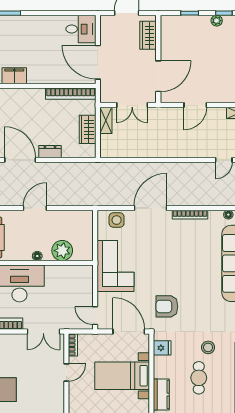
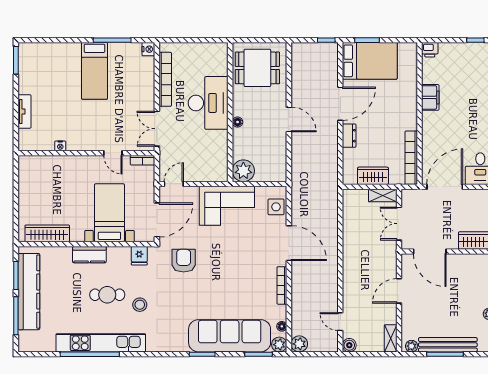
door: (195, 105) -> (399, 291), hinge flipped
plant: (62, 251) -> (243, 171), moved

